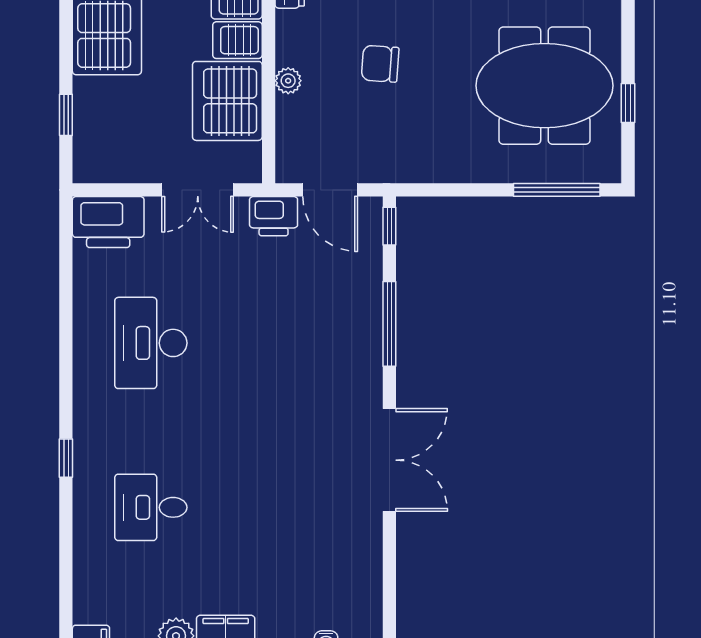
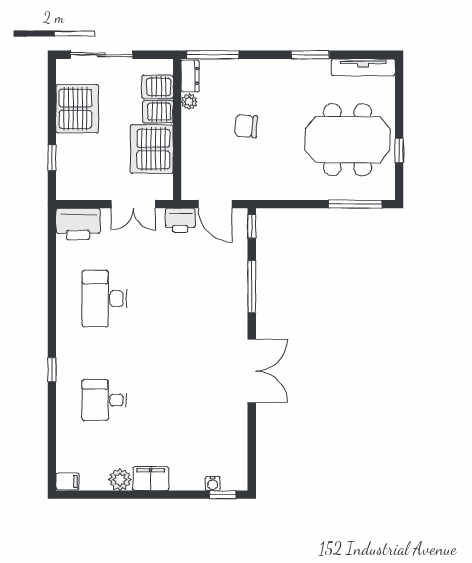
plant: (288, 81) -> (189, 102), moved

